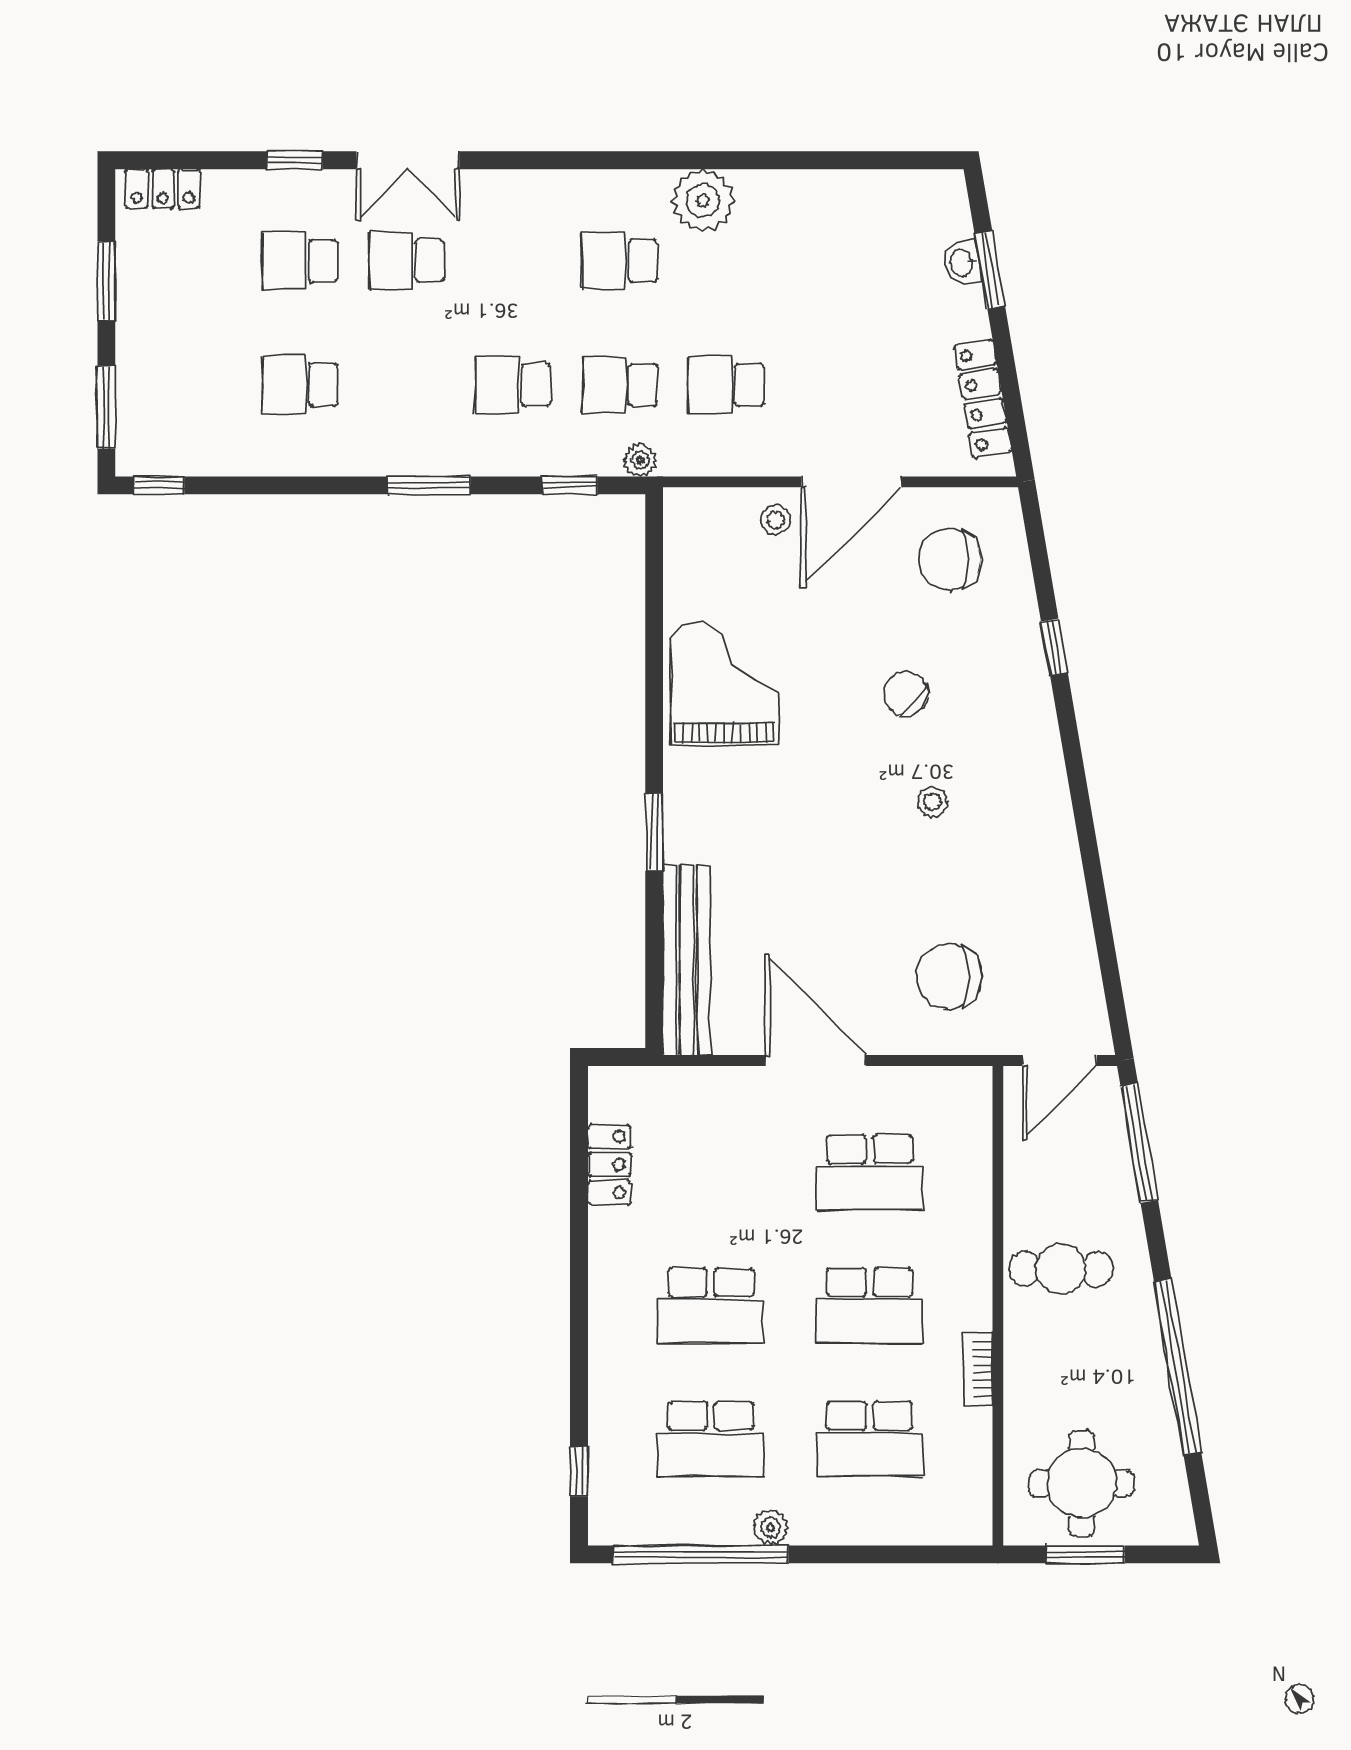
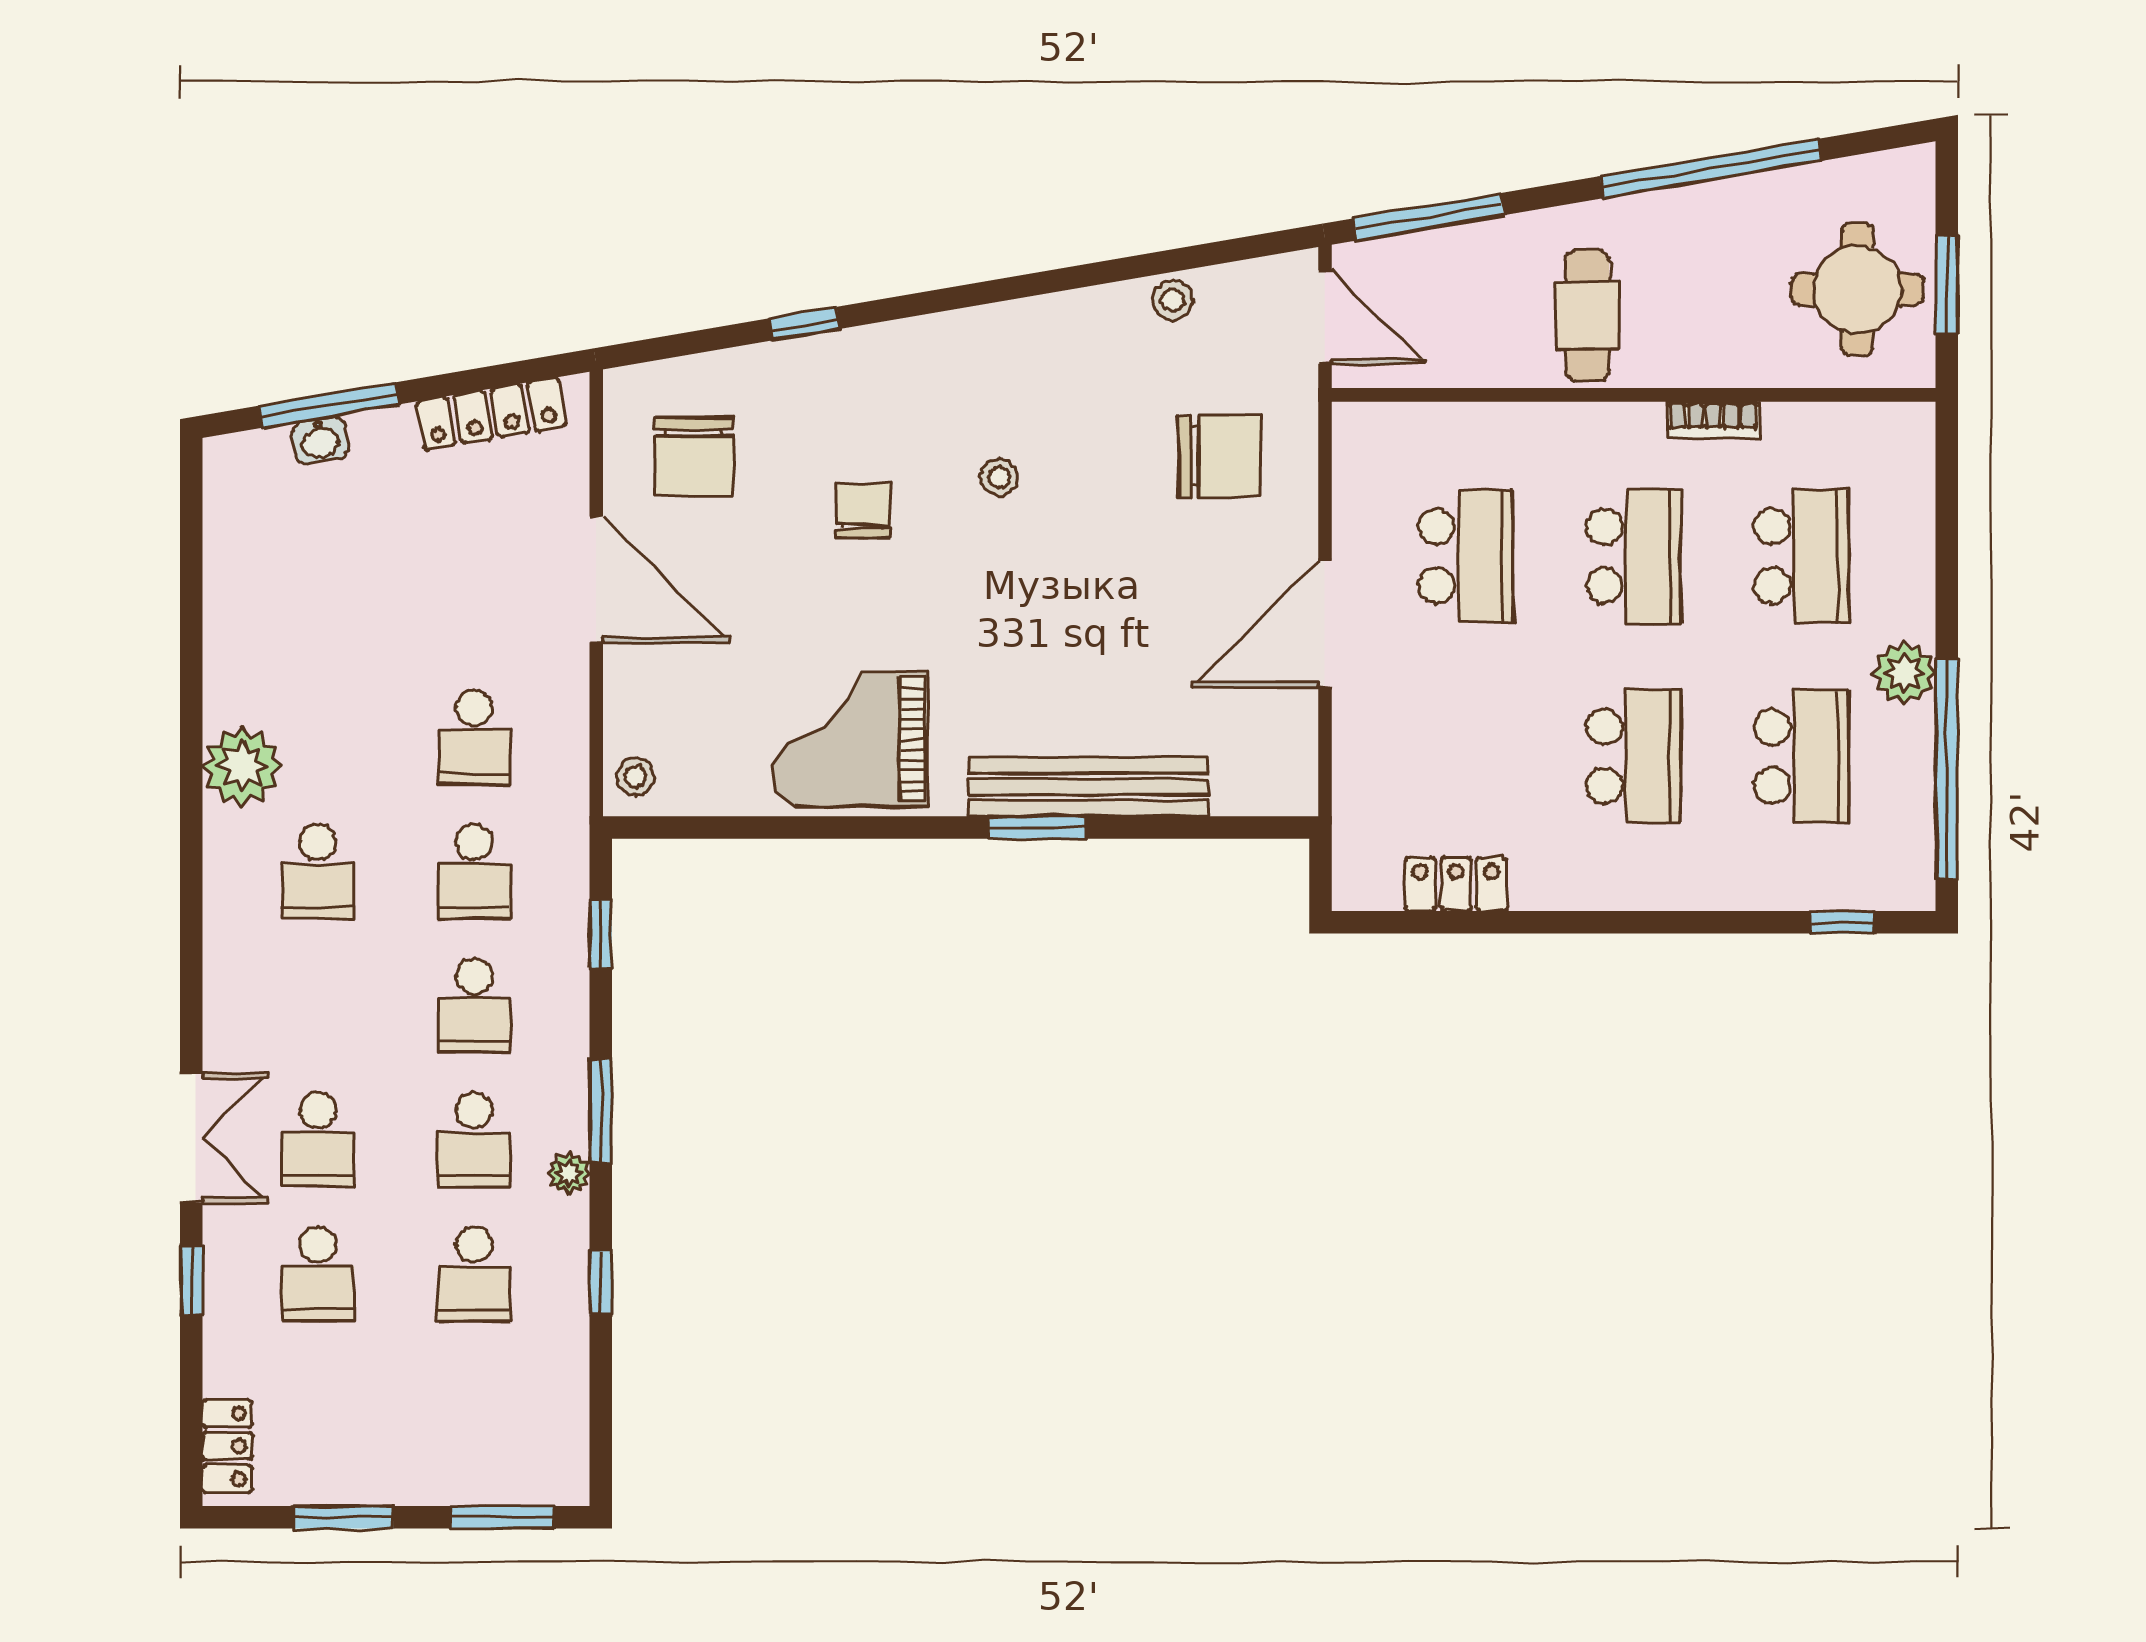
window: (990, 270) -> (329, 405), width x1.44
school desk: (406, 385) -> (474, 1140), added
plant: (640, 460) -> (569, 1173), moved
window: (159, 485) -> (601, 1282), moved
stool: (776, 520) -> (635, 777), moved
chair: (906, 694) -> (863, 511), turned 140
stool: (1073, 940) -> (1173, 300), added
bench: (687, 960) -> (1088, 787), moved
chair: (949, 977) -> (1219, 456), turned -90
plant: (770, 1527) -> (1904, 673), width x1.38, depth x1.38

